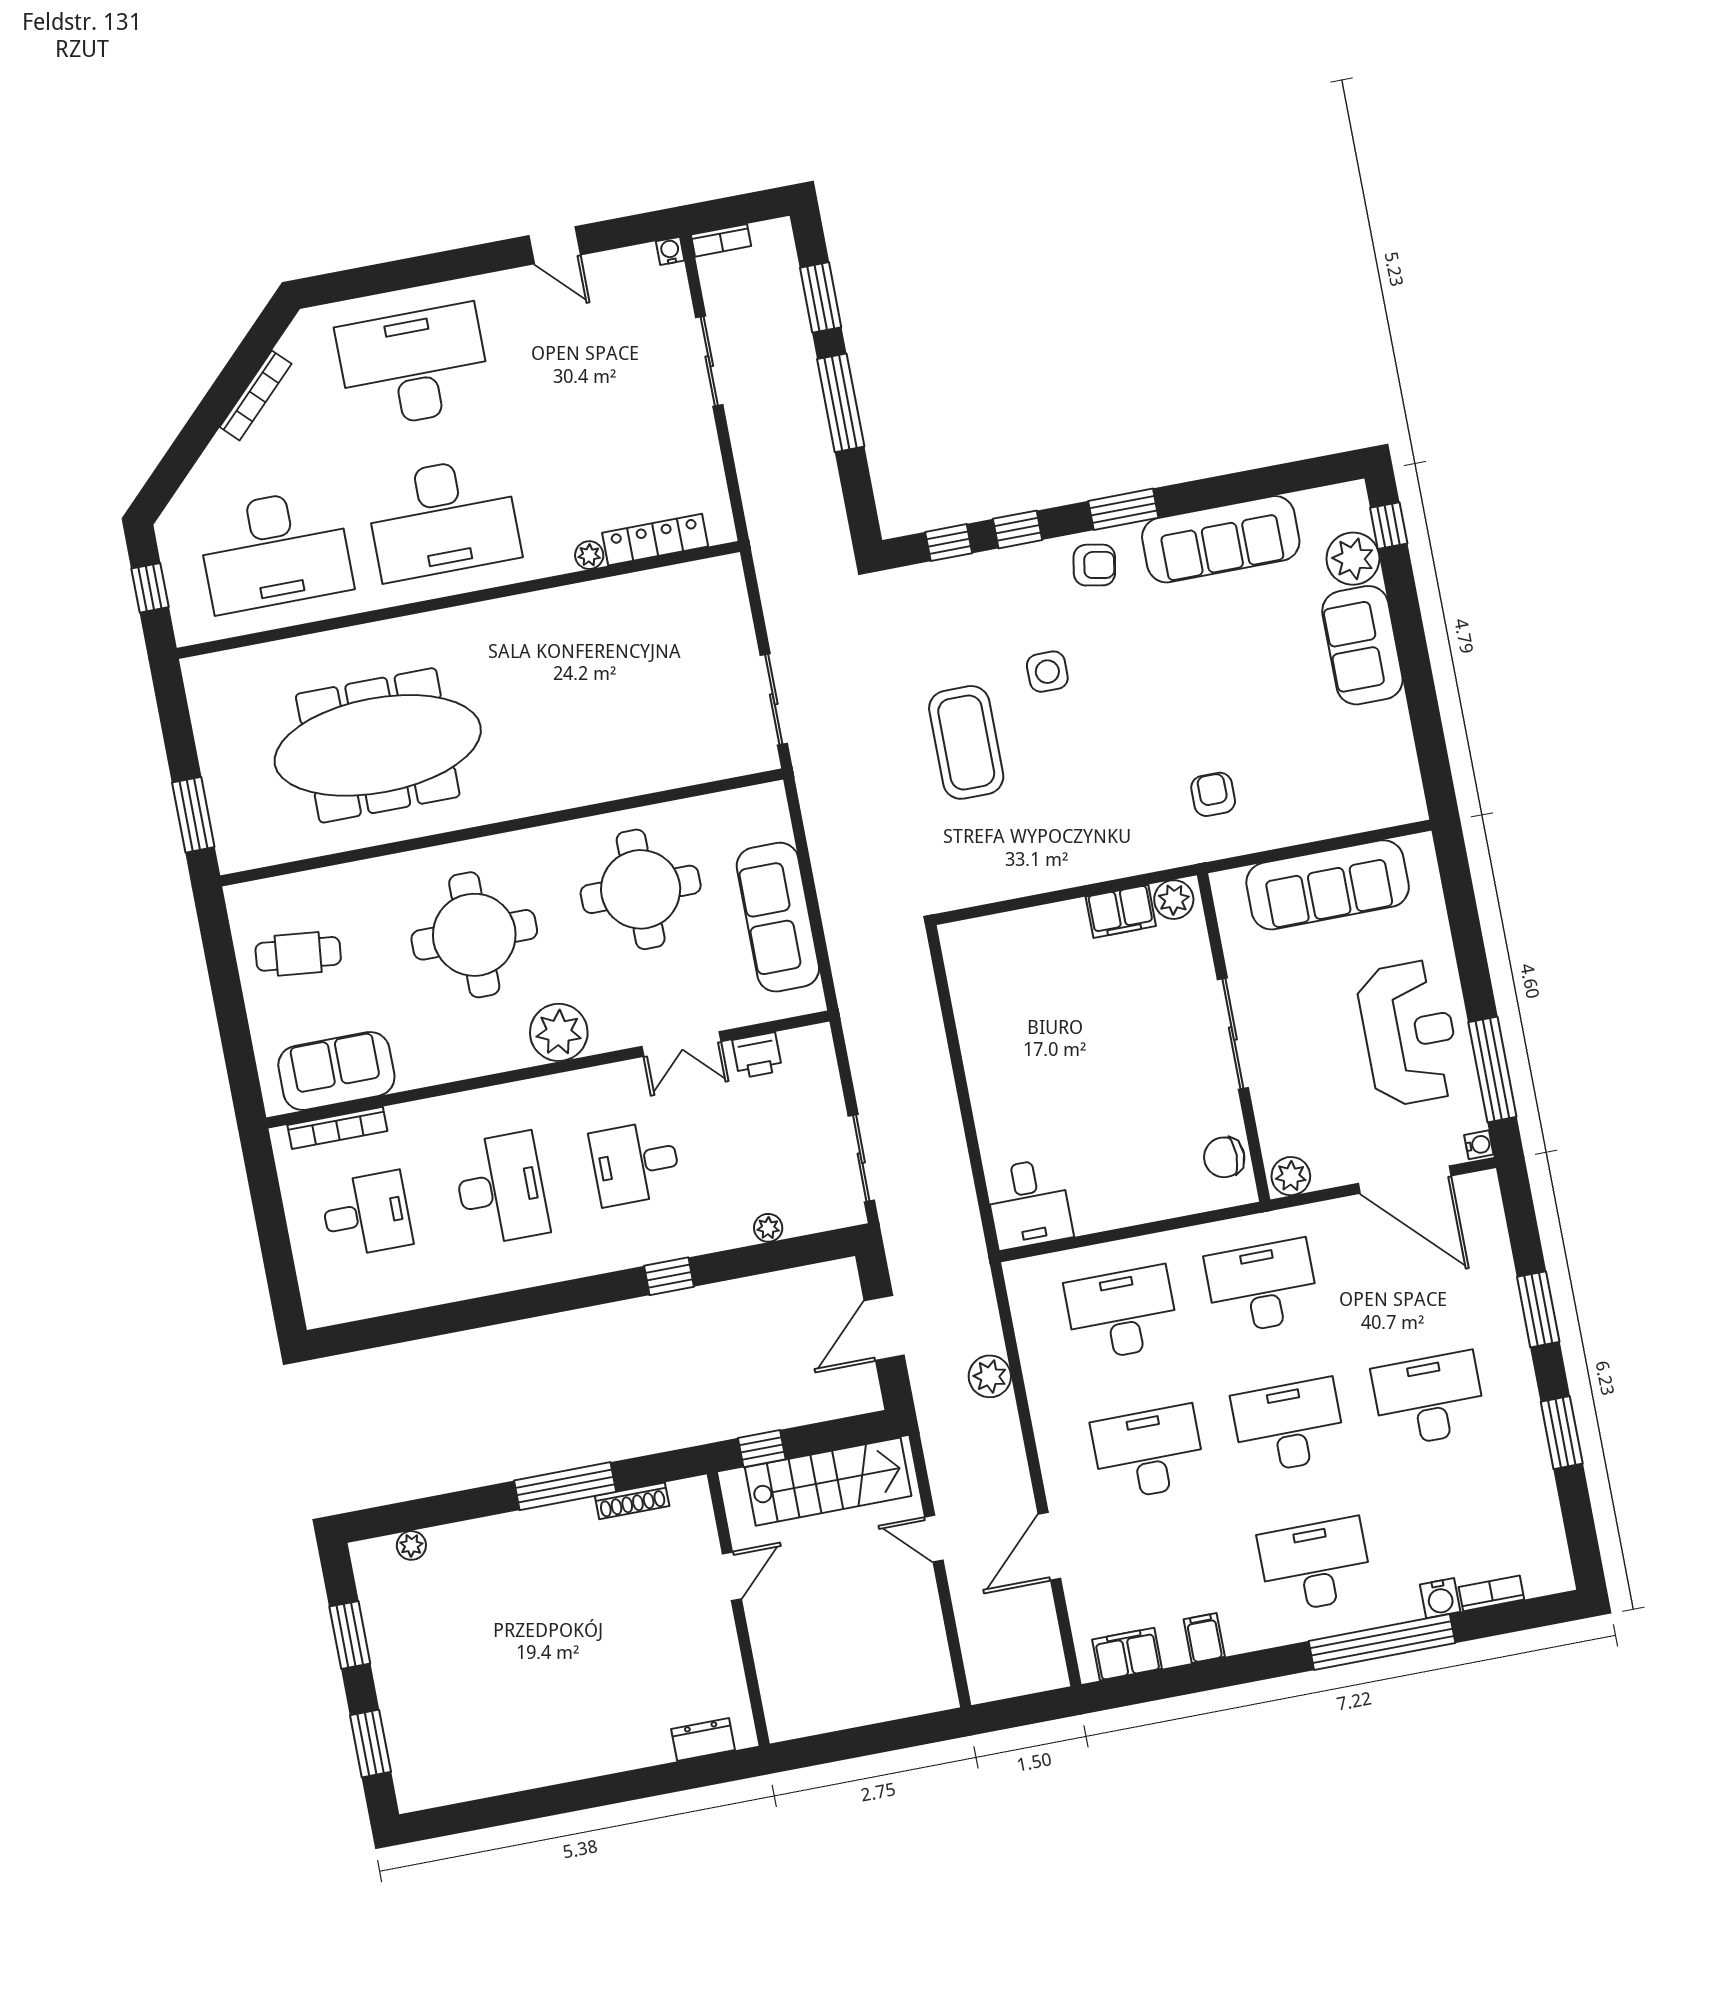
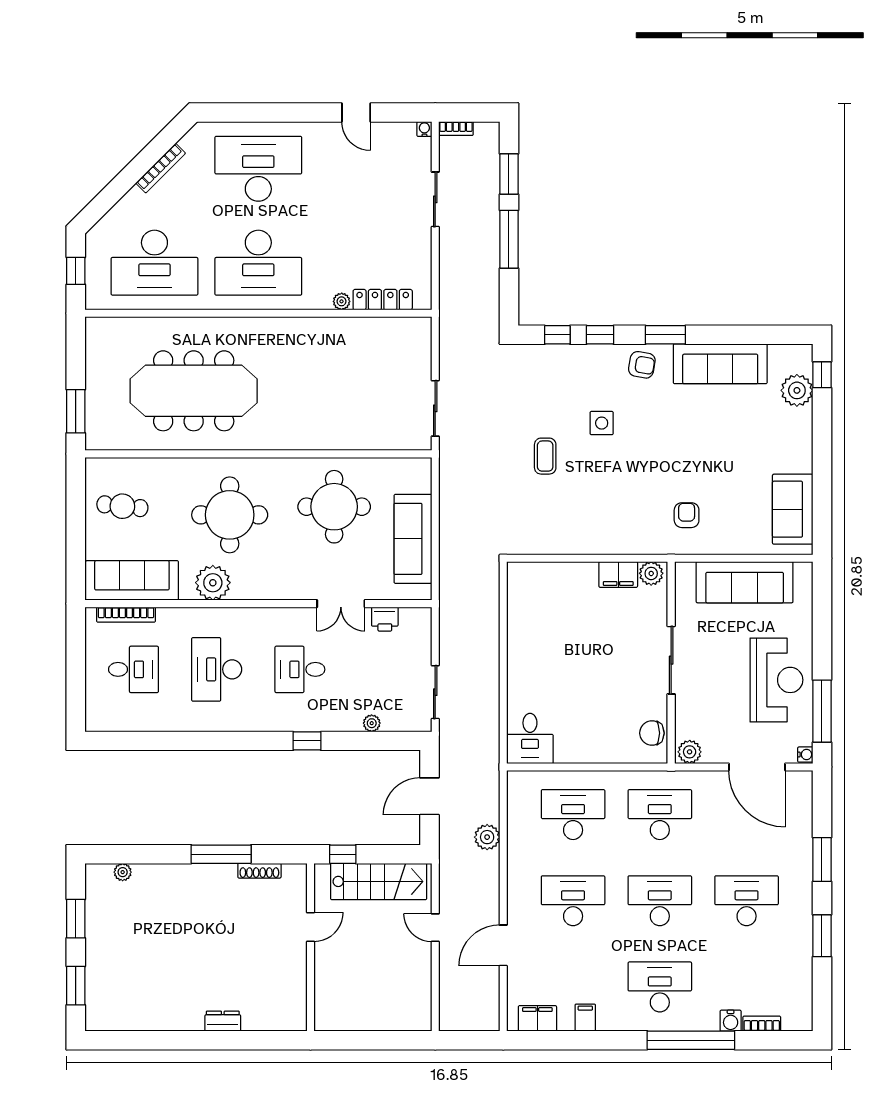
sofa: (1362, 645) -> (793, 509), moved
coffee table: (966, 742) -> (545, 456), width x0.54, depth x0.58
plant: (559, 1032) -> (213, 583), moved
sofa: (336, 1071) -> (132, 580), width x1.36
desk: (501, 1189) -> (217, 669), turned 180
dresser: (703, 1740) -> (223, 1021), moved

